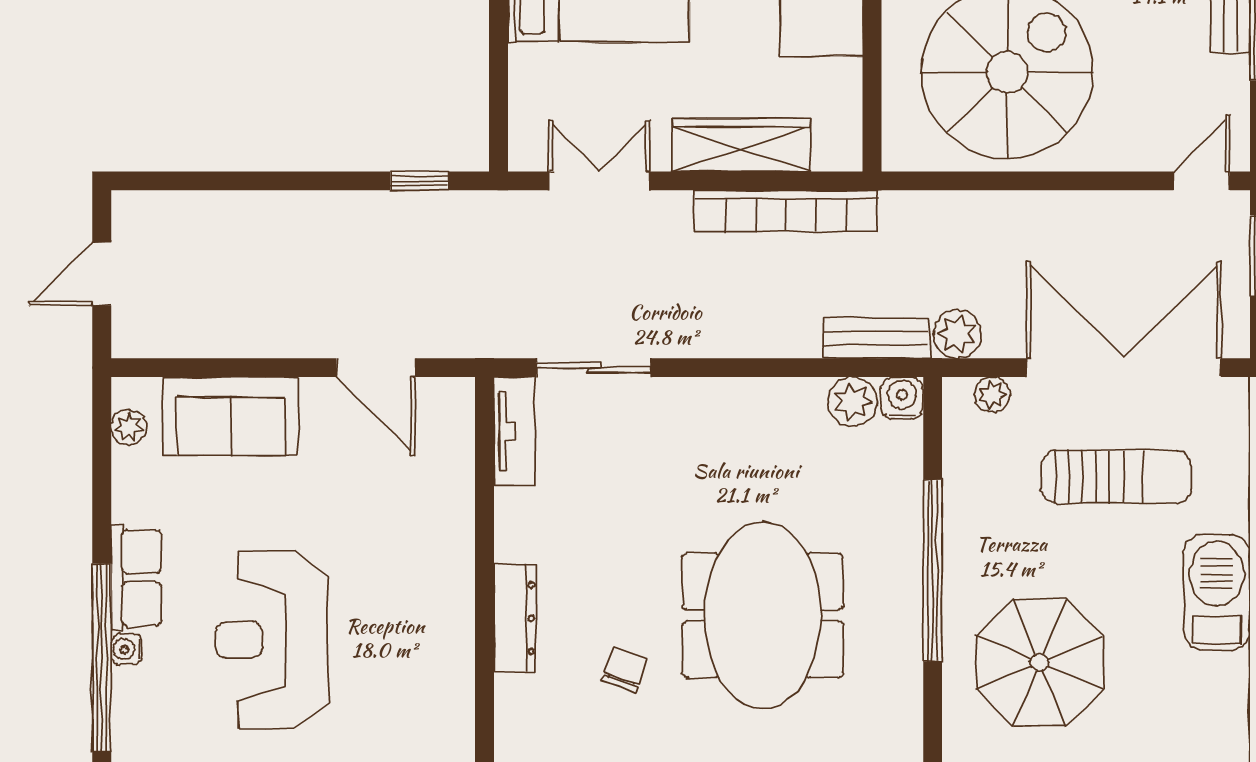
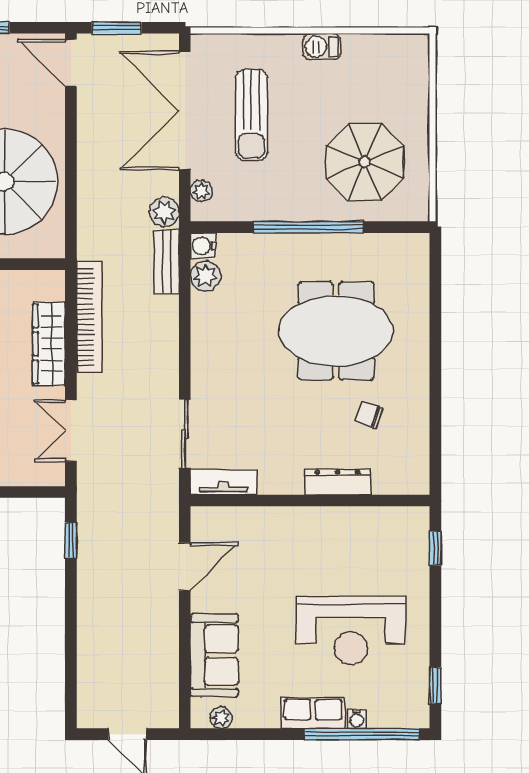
door: (1202, 181) -> (71, 63), width x1.38
sun lounger: (1116, 477) -> (251, 115), turned 180
barbecue: (1217, 592) -> (322, 47), width x0.53, depth x0.65

